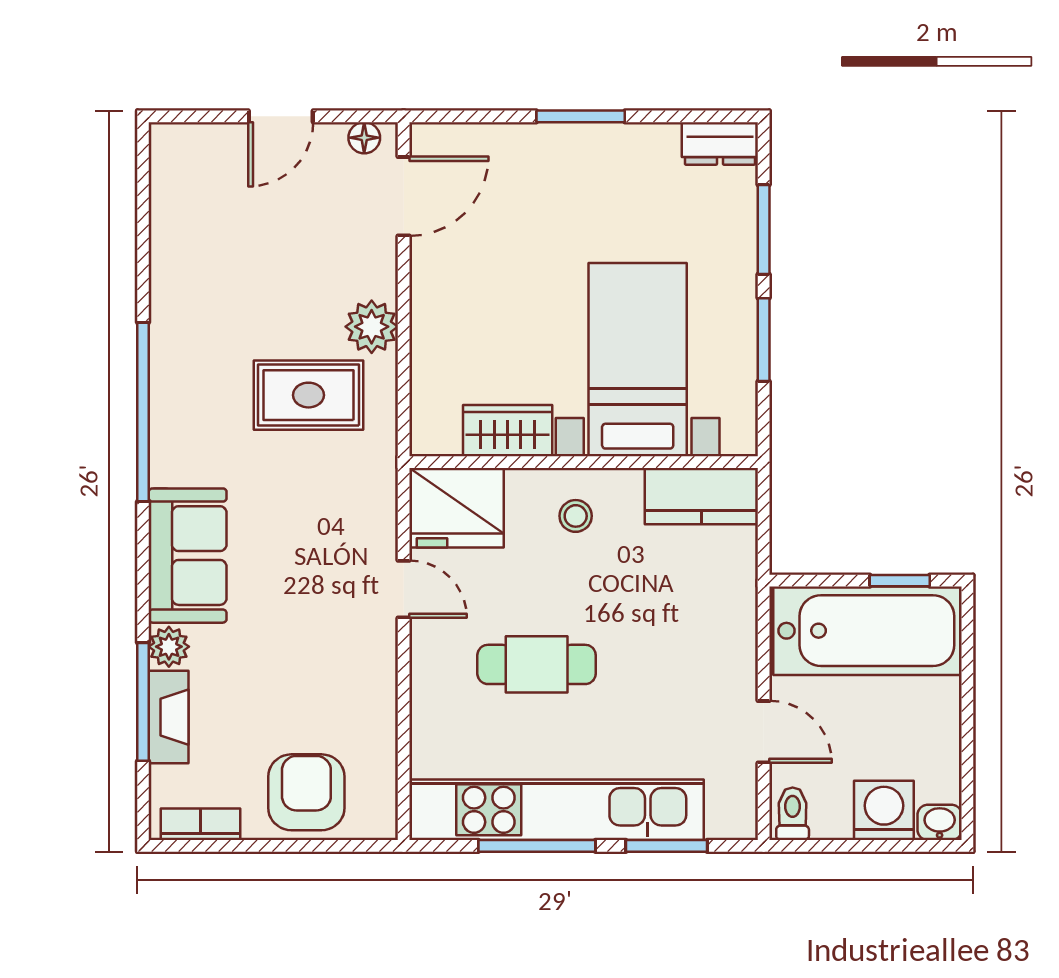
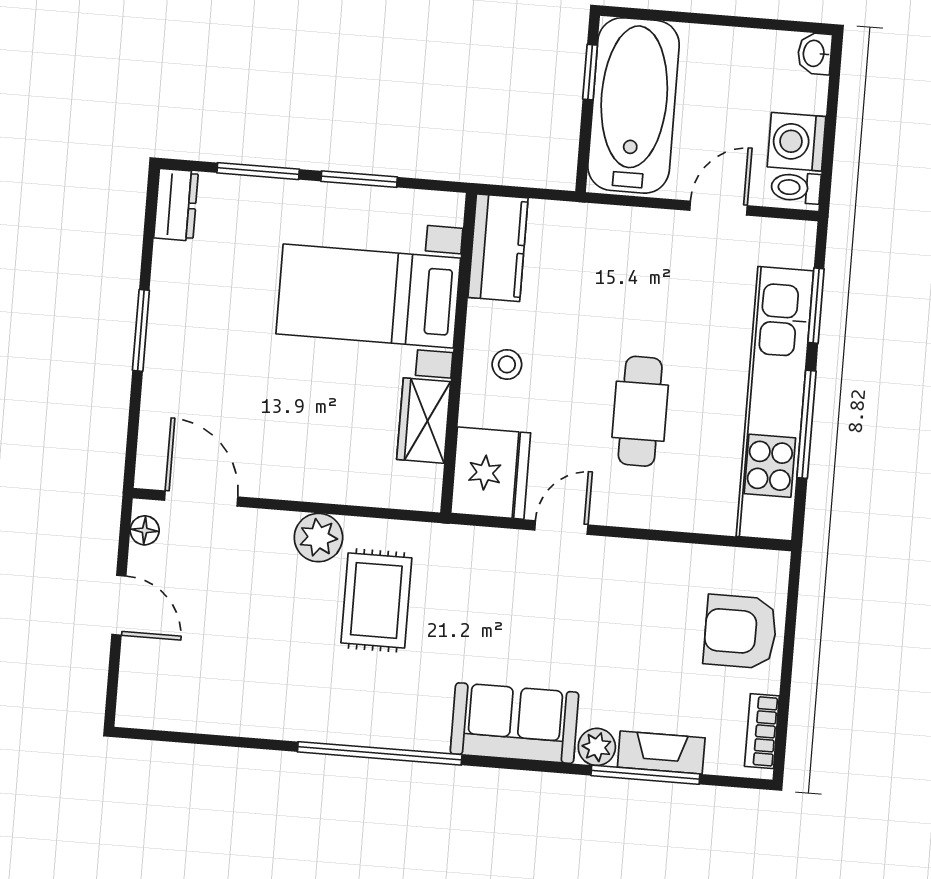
washing machine: (884, 810) -> (797, 142), moved

